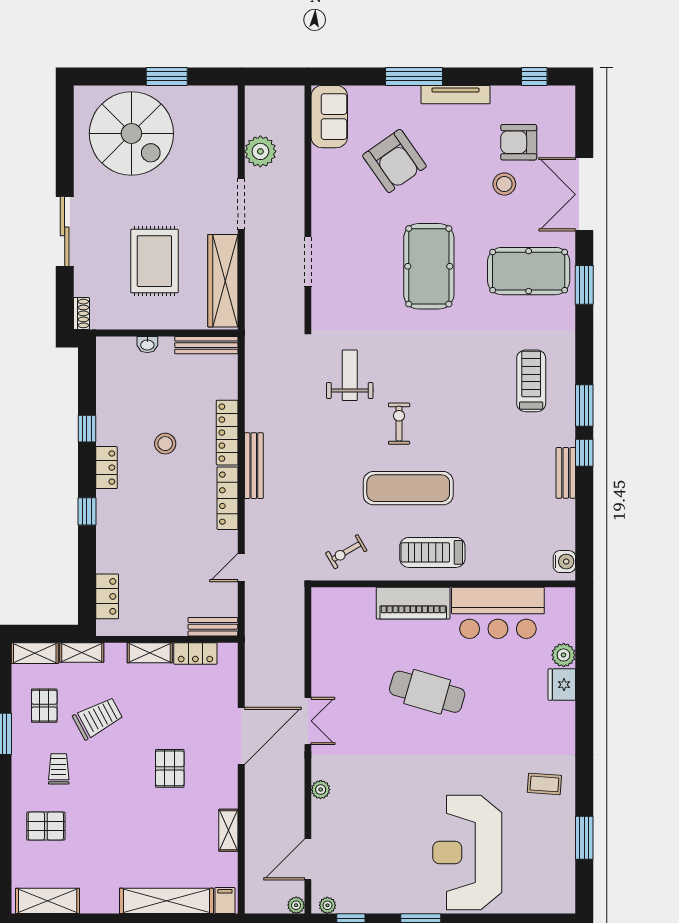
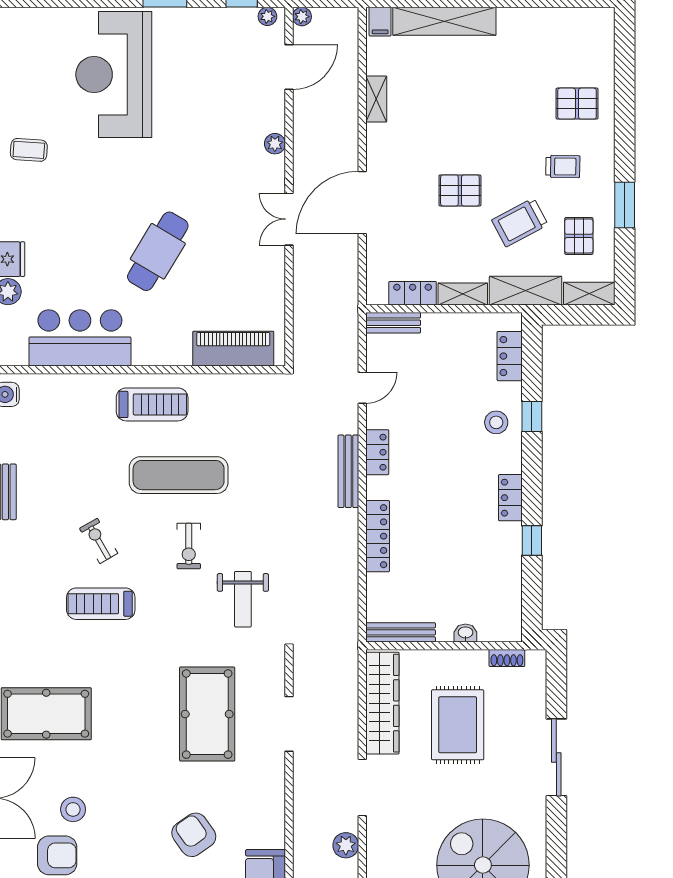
plant: (260, 151) -> (346, 845), width x0.73, depth x0.73
armchair: (394, 161) -> (194, 835), width x0.73, depth x0.73
pool table: (429, 266) -> (207, 714), moved
shoe rack: (81, 313) -> (507, 658), moved, turned -90
treadmill: (531, 381) -> (101, 604), moved, turned 90
stool: (165, 444) -> (496, 422), moved
bench: (254, 466) -> (348, 471), moved
locker: (228, 498) -> (377, 452), width x0.66
window: (87, 511) -> (532, 416), moved
exercise bike: (346, 552) -> (99, 541), moved, turned -90
piano: (413, 603) -> (233, 349), moved
shelving: (82, 653) -> (526, 291), width x1.50, depth x1.33
cafe table: (427, 692) -> (158, 251), turned -75
pallet: (170, 768) -> (460, 190), moved, turned 90
trolley: (59, 769) -> (563, 166), turned -89
reception desk: (467, 852) -> (114, 75), turned 180
shelving: (48, 901) -> (575, 21), removed

